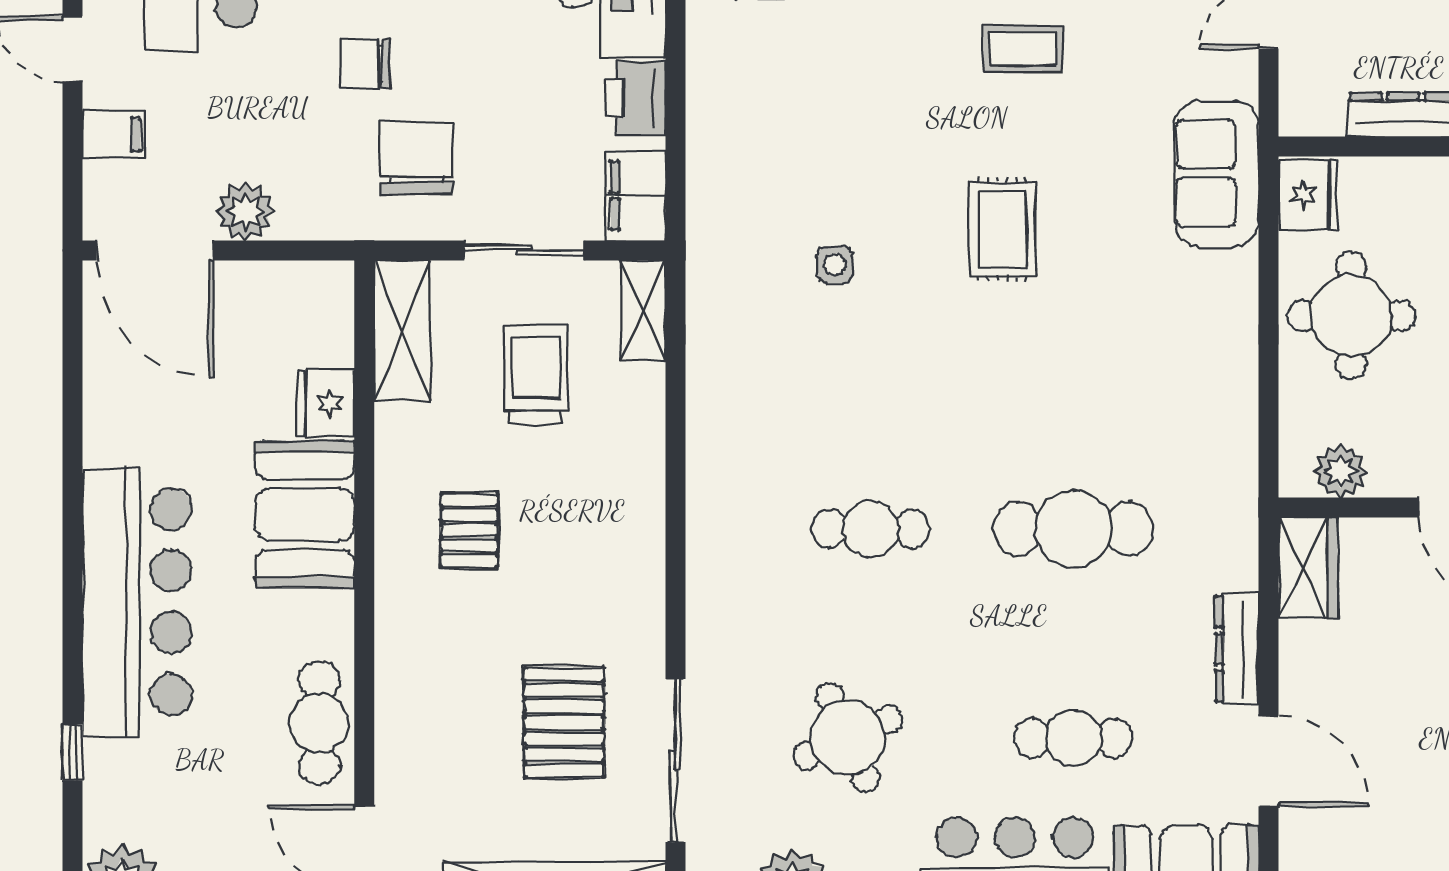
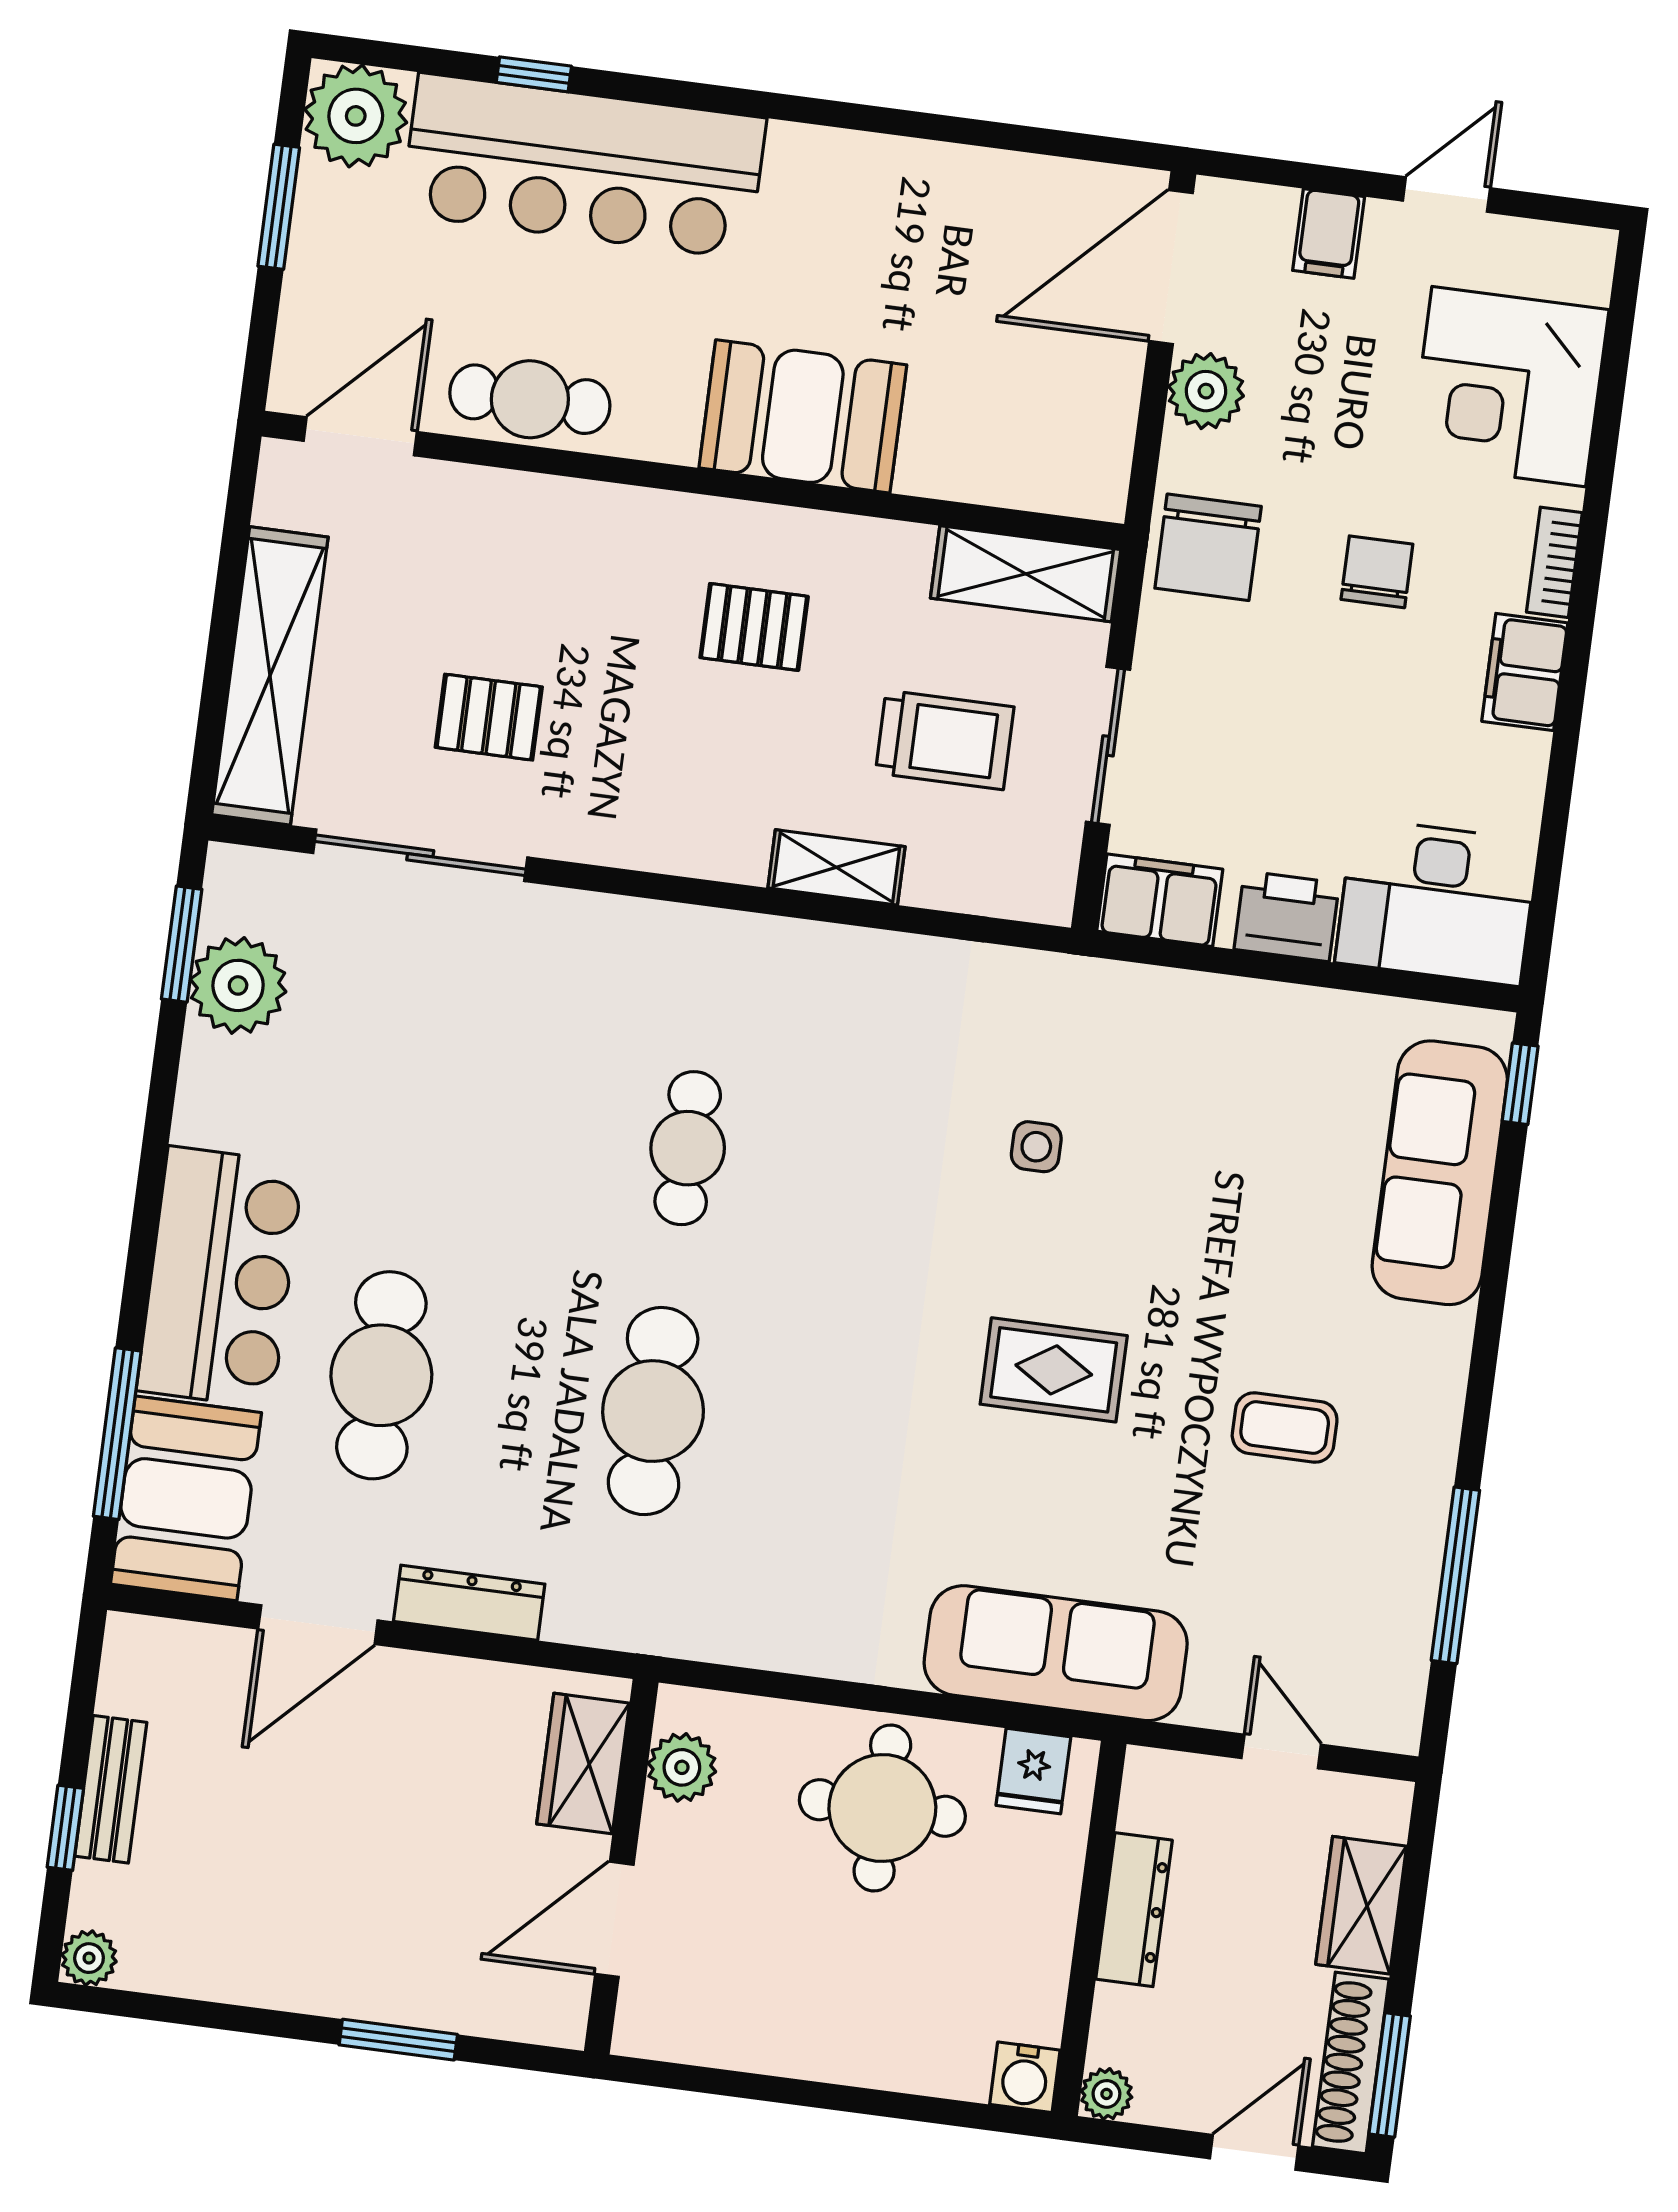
coffee table: (1023, 49) -> (1285, 1427), turned 90
chair: (416, 158) -> (1208, 547), moved, turned 90
sofa: (1217, 173) -> (1056, 1653), width x1.36
fridge: (1308, 195) -> (1033, 1771), width x0.72
shelving: (643, 310) -> (836, 867), moved
fridge: (326, 404) -> (943, 462), removed
wardrobe: (1308, 568) -> (583, 1764), moved, turned 90
bar counter: (137, 602) -> (584, 166), moved
pallet: (564, 722) -> (489, 717), width x0.67, depth x0.71
round table: (848, 738) -> (421, 1083), removed
cafe table: (1073, 738) -> (381, 1375), width x1.37, depth x1.35

